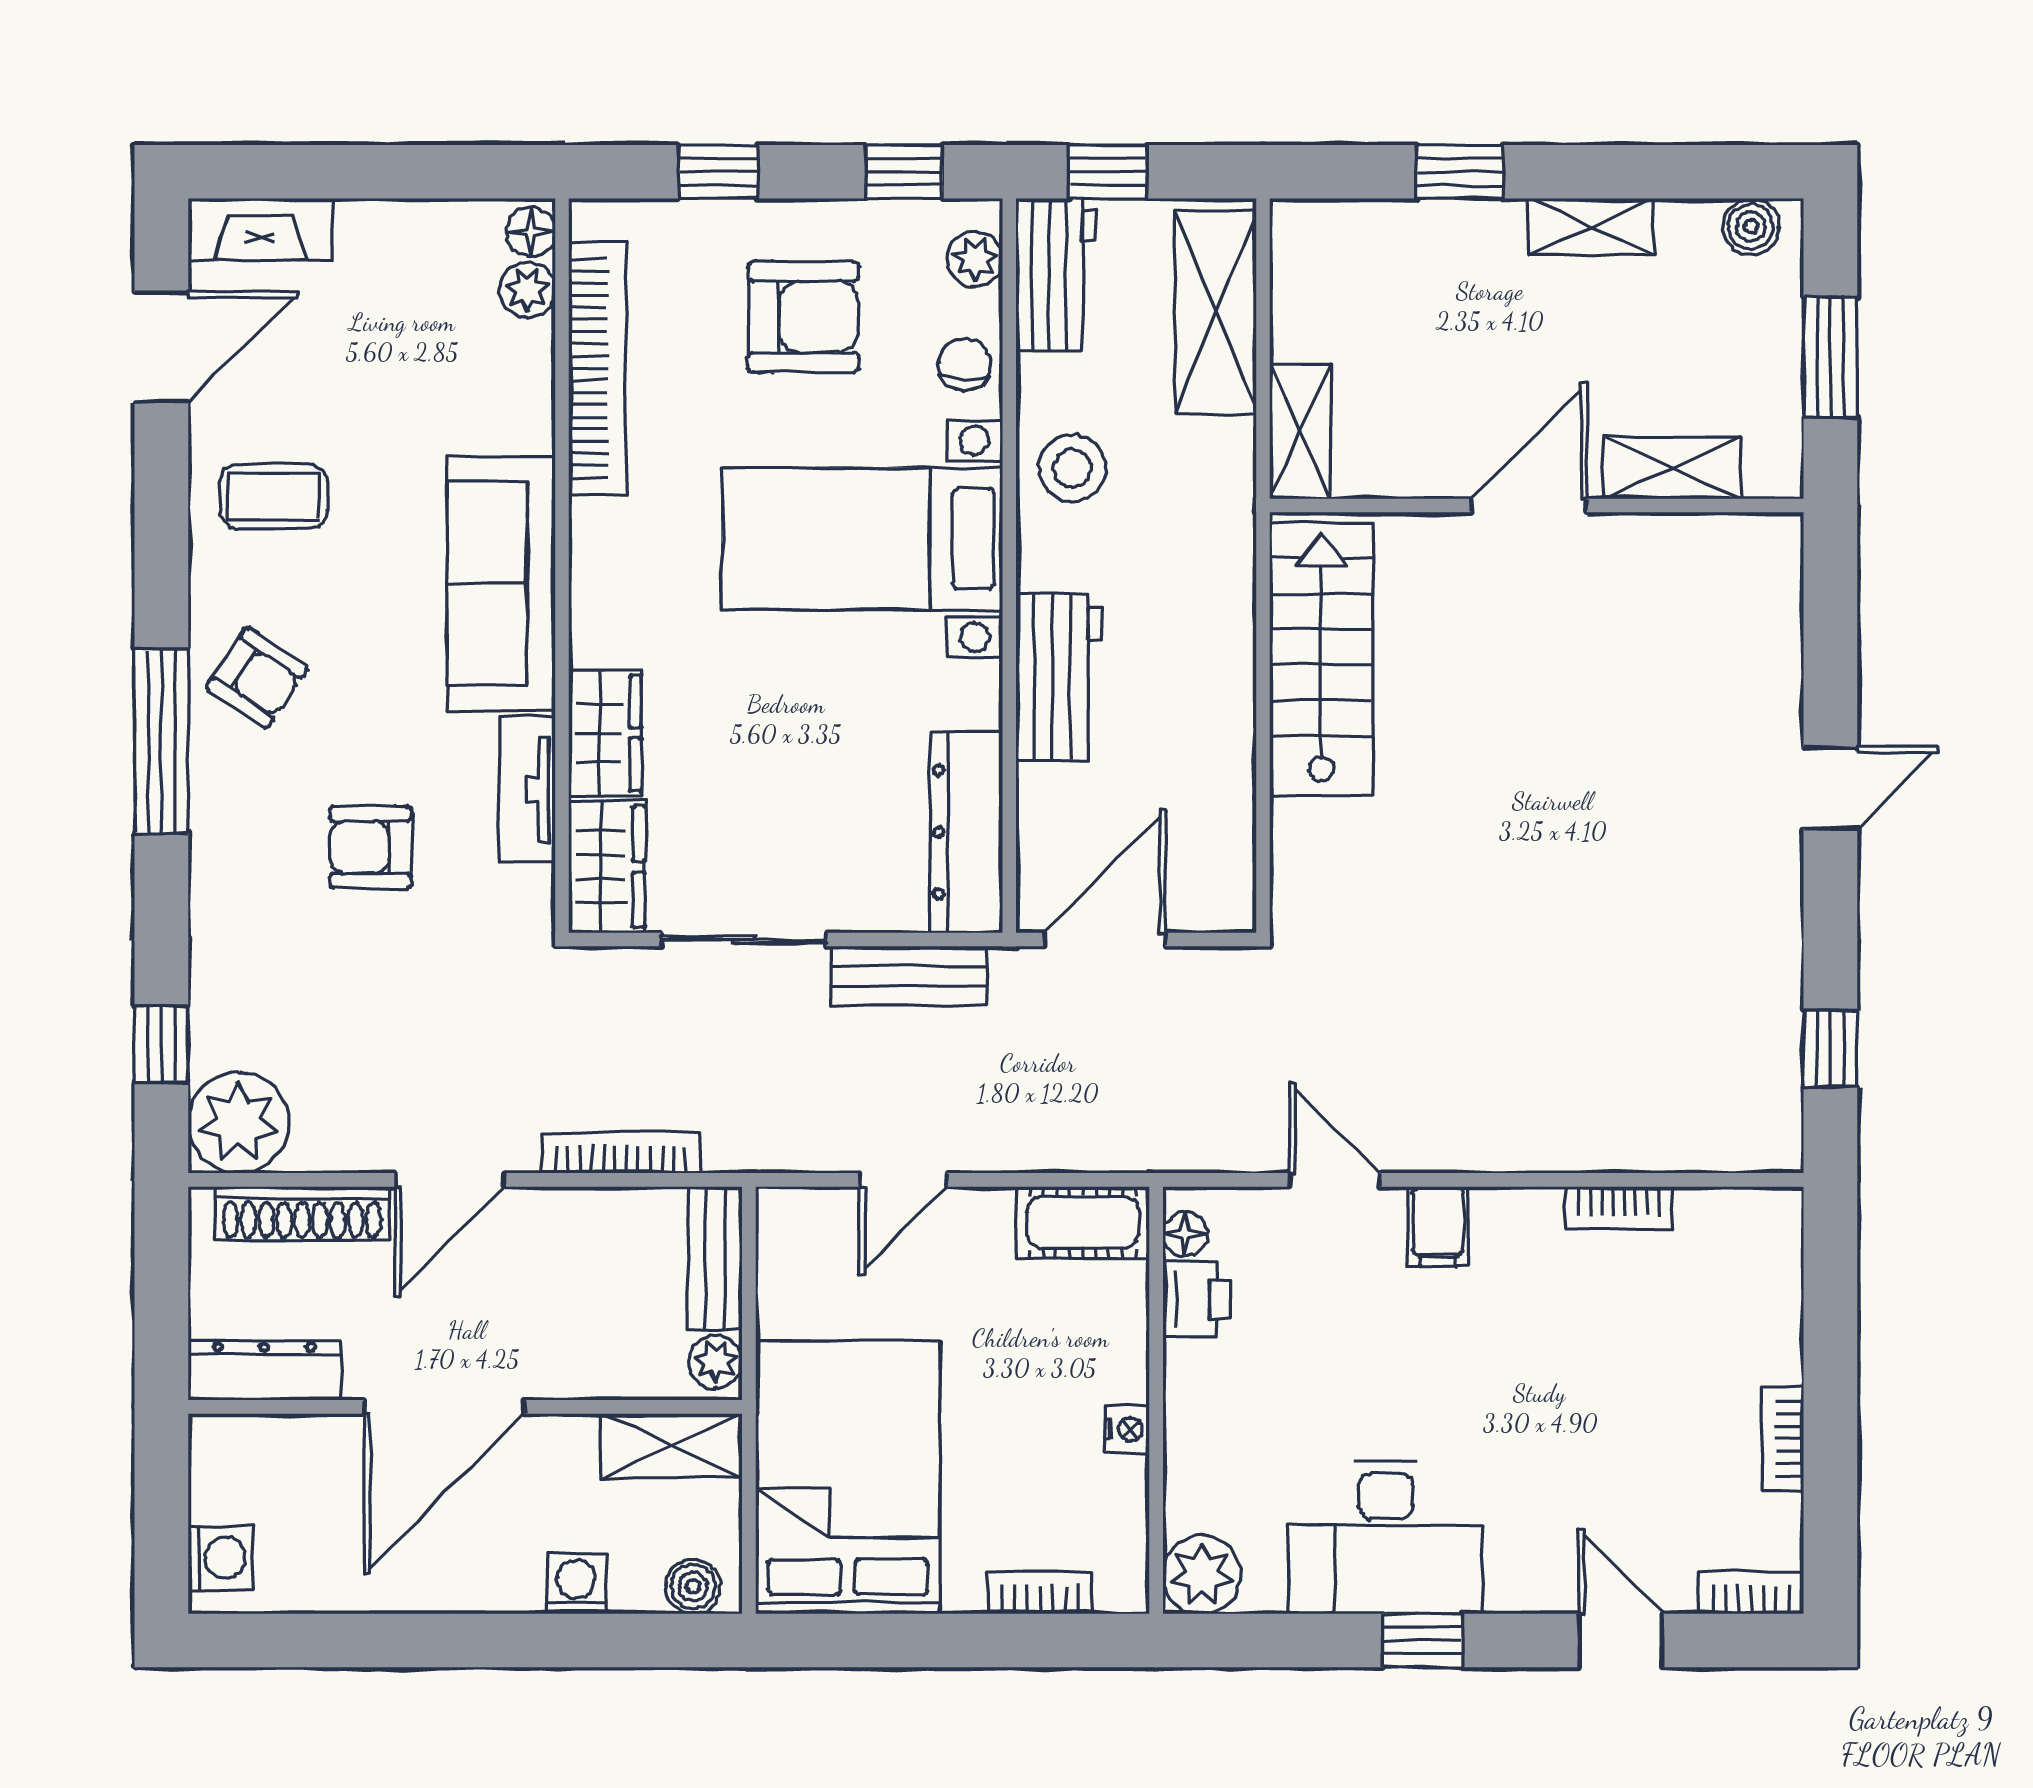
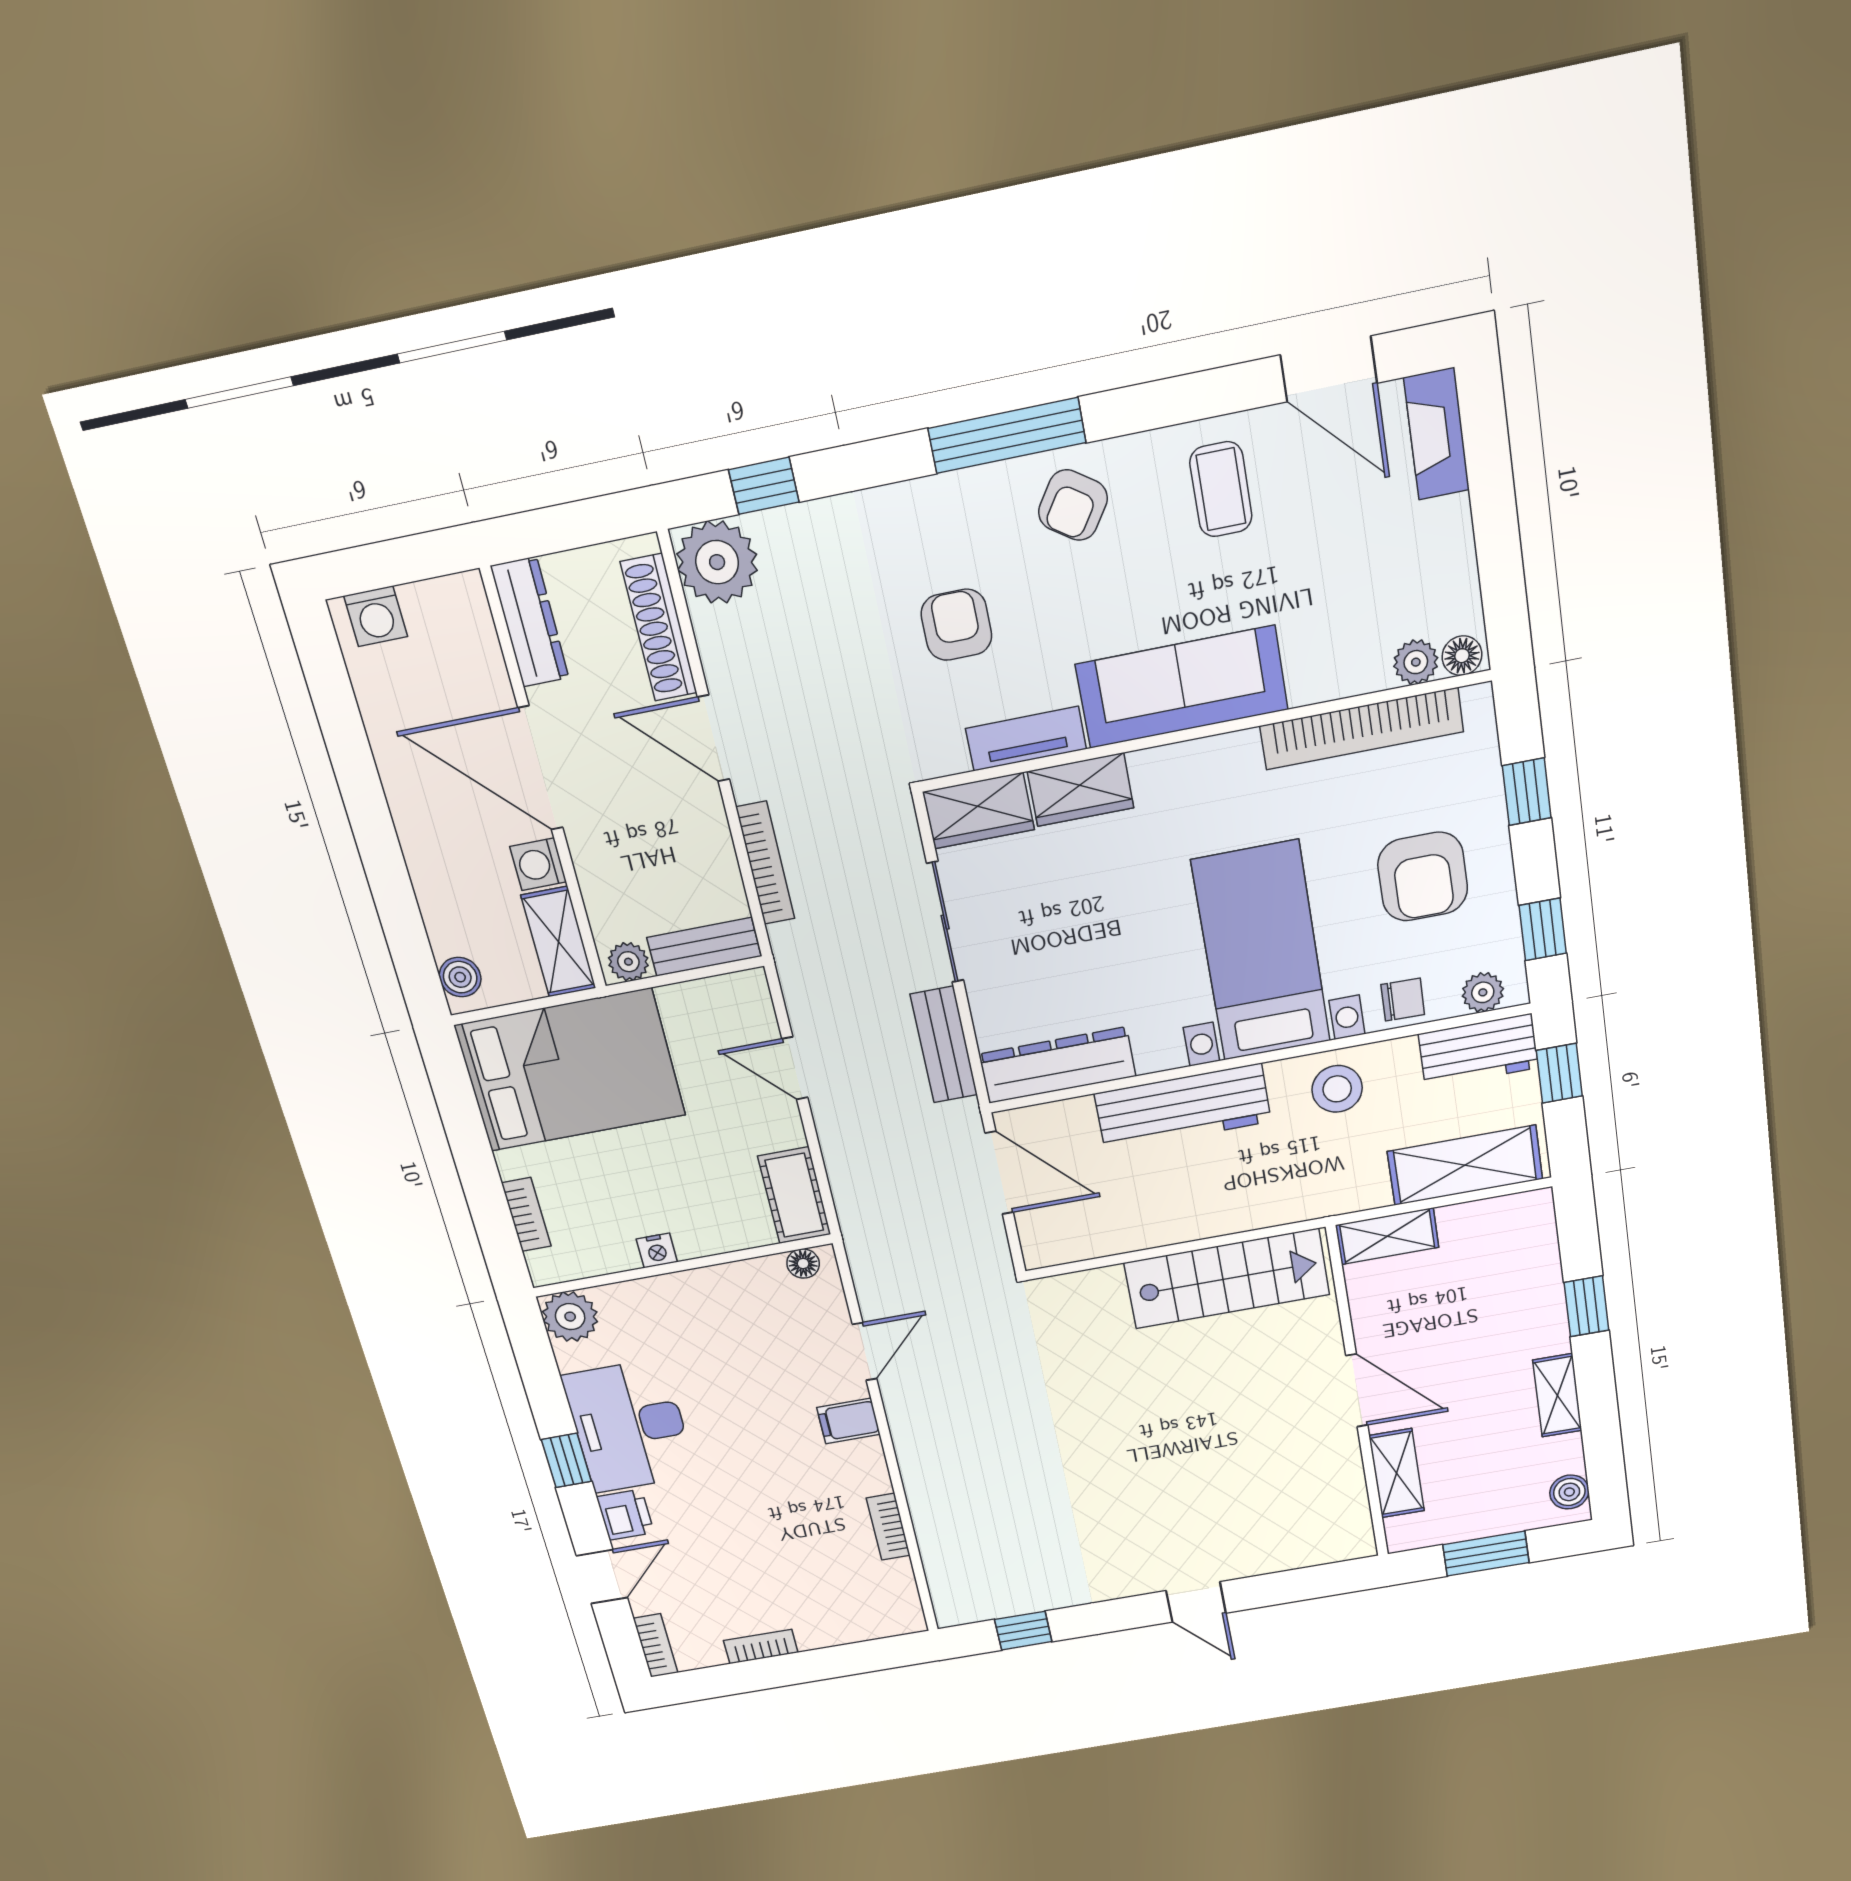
workbench: (1059, 677) -> (1183, 1108), width x1.38
printer: (1197, 1299) -> (625, 1515), moved, turned -90
washing machine: (576, 1584) -> (538, 864), moved, turned 180

